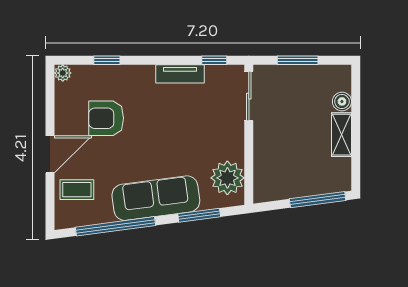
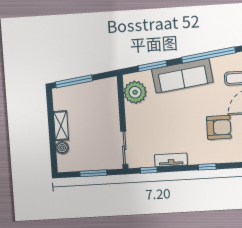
window: (107, 60) -> (207, 167), moved

